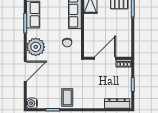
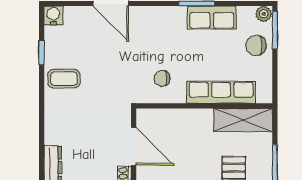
plant: (36, 47) -> (154, 22), removed

